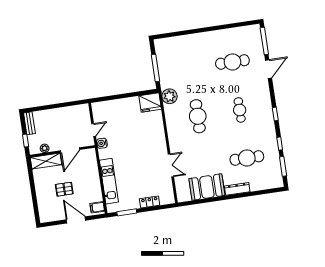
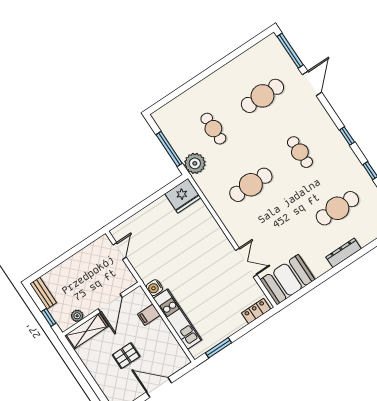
cafe table: (191, 68) -> (213, 129), added
plant: (169, 96) -> (195, 163), moved
cafe table: (198, 116) -> (251, 185), turned 90
door: (94, 130) -> (120, 251), moved
water cooler: (102, 143) -> (154, 288), moved
booth: (207, 187) -> (288, 280), moved
locker: (150, 202) -> (256, 311), moved
filing cabinet: (97, 207) -> (149, 315), moved

